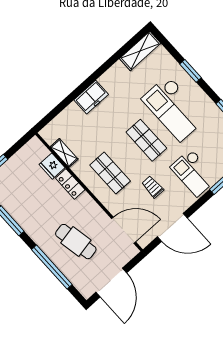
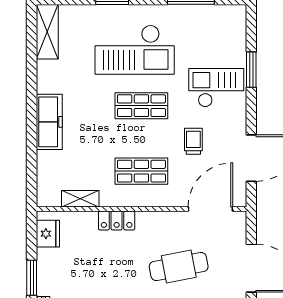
freezer: (91, 97) -> (49, 122), width x1.40
fridge: (52, 166) -> (48, 234), moved, turned -90
checkout: (194, 173) -> (216, 88), turned 180
trolley: (153, 187) -> (193, 141), turned 90

